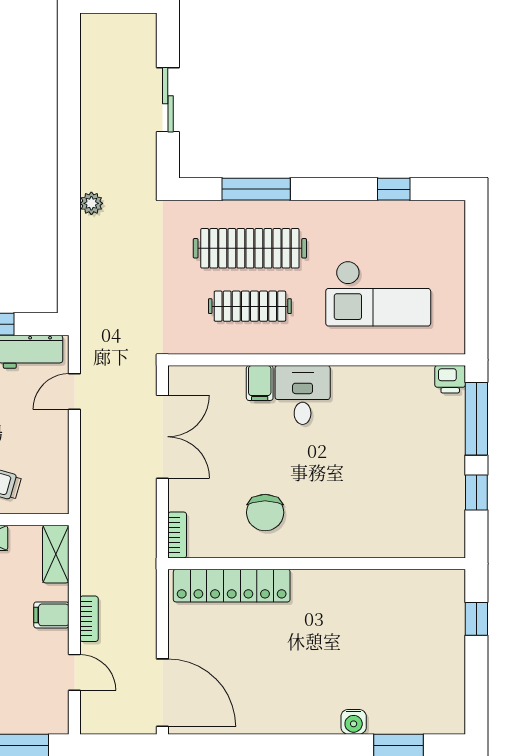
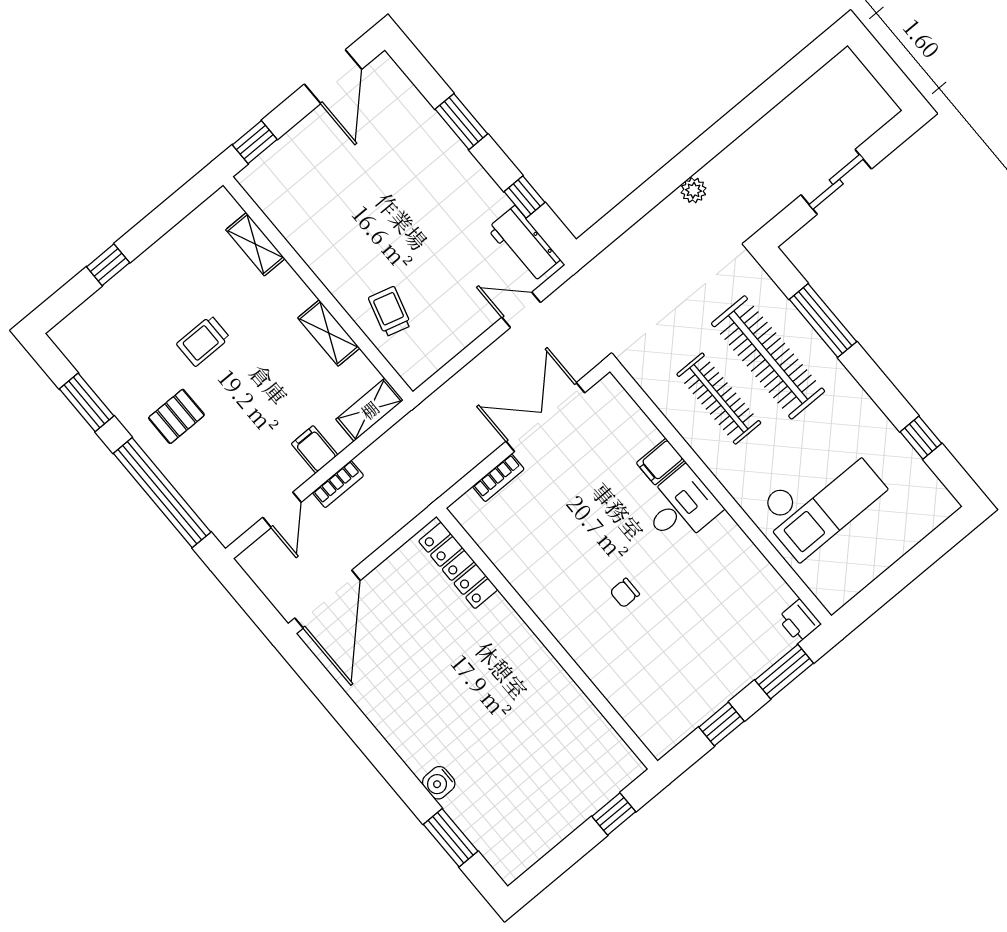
checkout: (378, 294) -> (821, 499), turned -90
window: (476, 419) -> (784, 672), width x0.69
double door: (162, 437) -> (545, 417), swing flipped
chair: (265, 513) -> (625, 593), moved, width x0.54, depth x0.54
bookcase: (177, 535) -> (498, 478), moved
locker: (232, 586) -> (458, 565), width x0.71, depth x0.83

